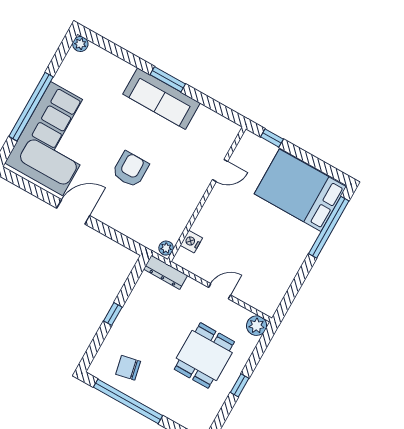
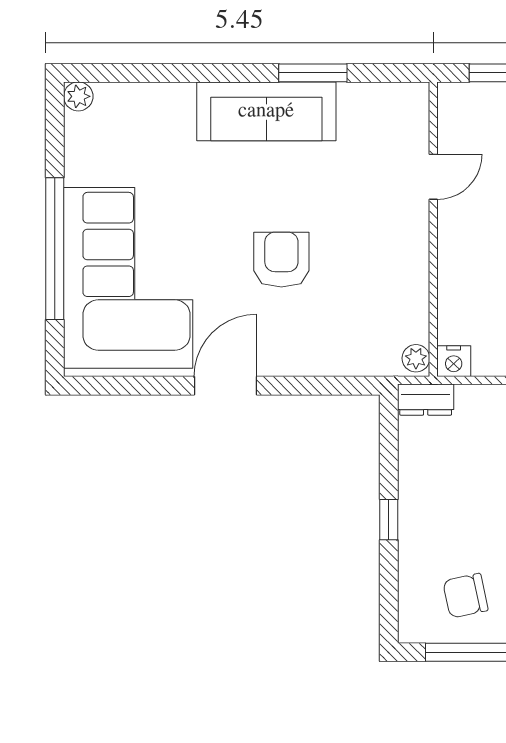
window: (168, 79) -> (313, 73), moved
nightstand: (191, 242) -> (454, 361), moved, turned -90
dresser: (166, 272) -> (426, 400), width x0.70

